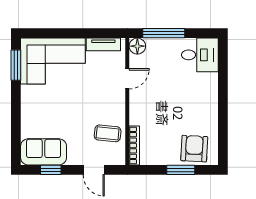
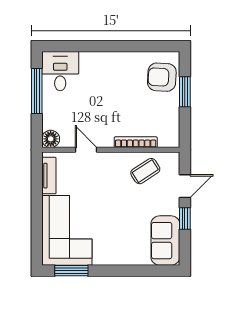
window: (164, 33) -> (37, 91), moved
coffee table: (108, 133) -> (145, 171), turned 51
bookcase: (134, 145) -> (136, 142), moved
window: (51, 170) -> (185, 219), moved

